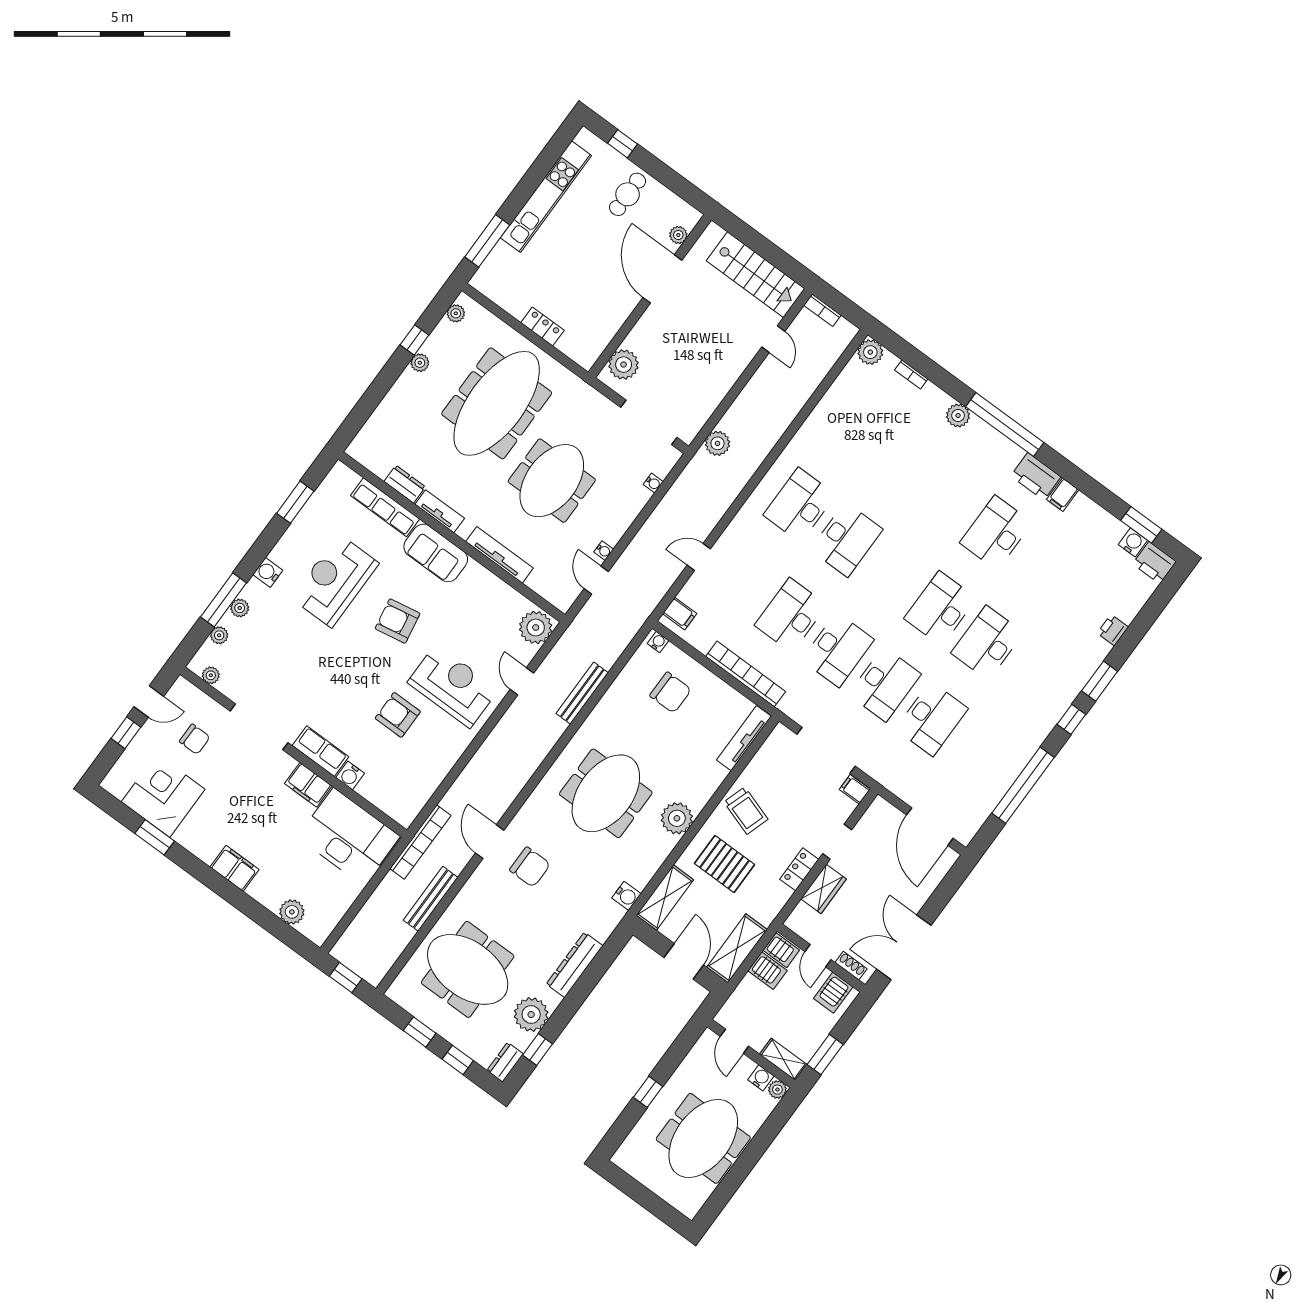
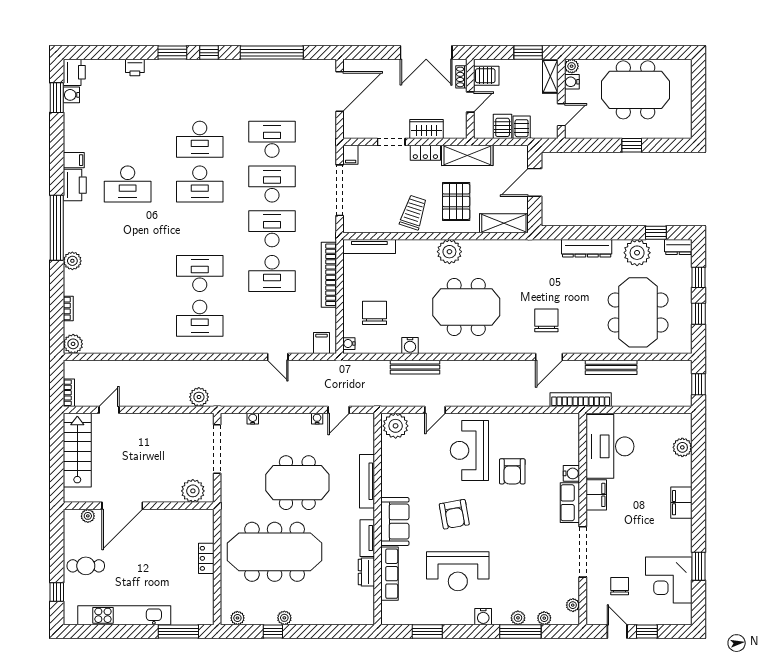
water cooler: (626, 896) -> (410, 345), moved, turned 180
shelving: (737, 948) -> (467, 155), moved
server rack: (781, 950) -> (522, 127), moved

